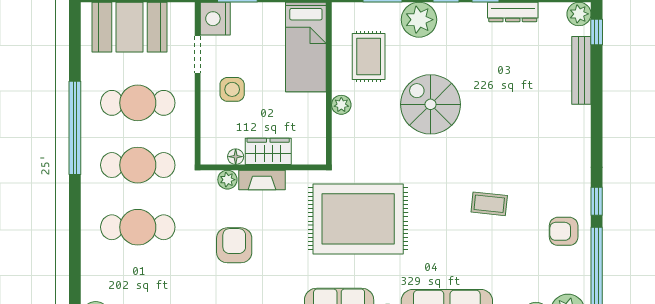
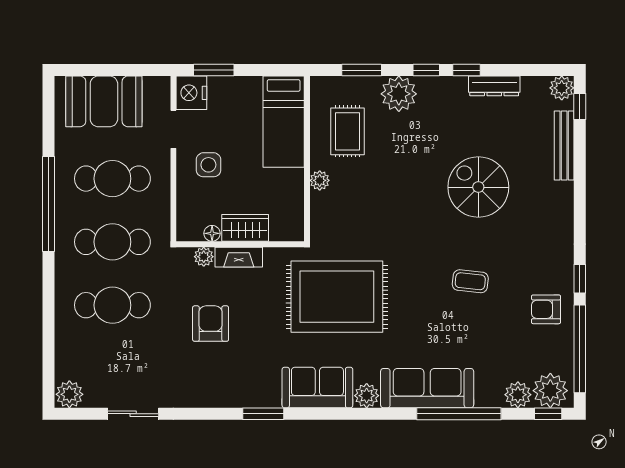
spiral stairs: (431, 104) -> (478, 187), moved

